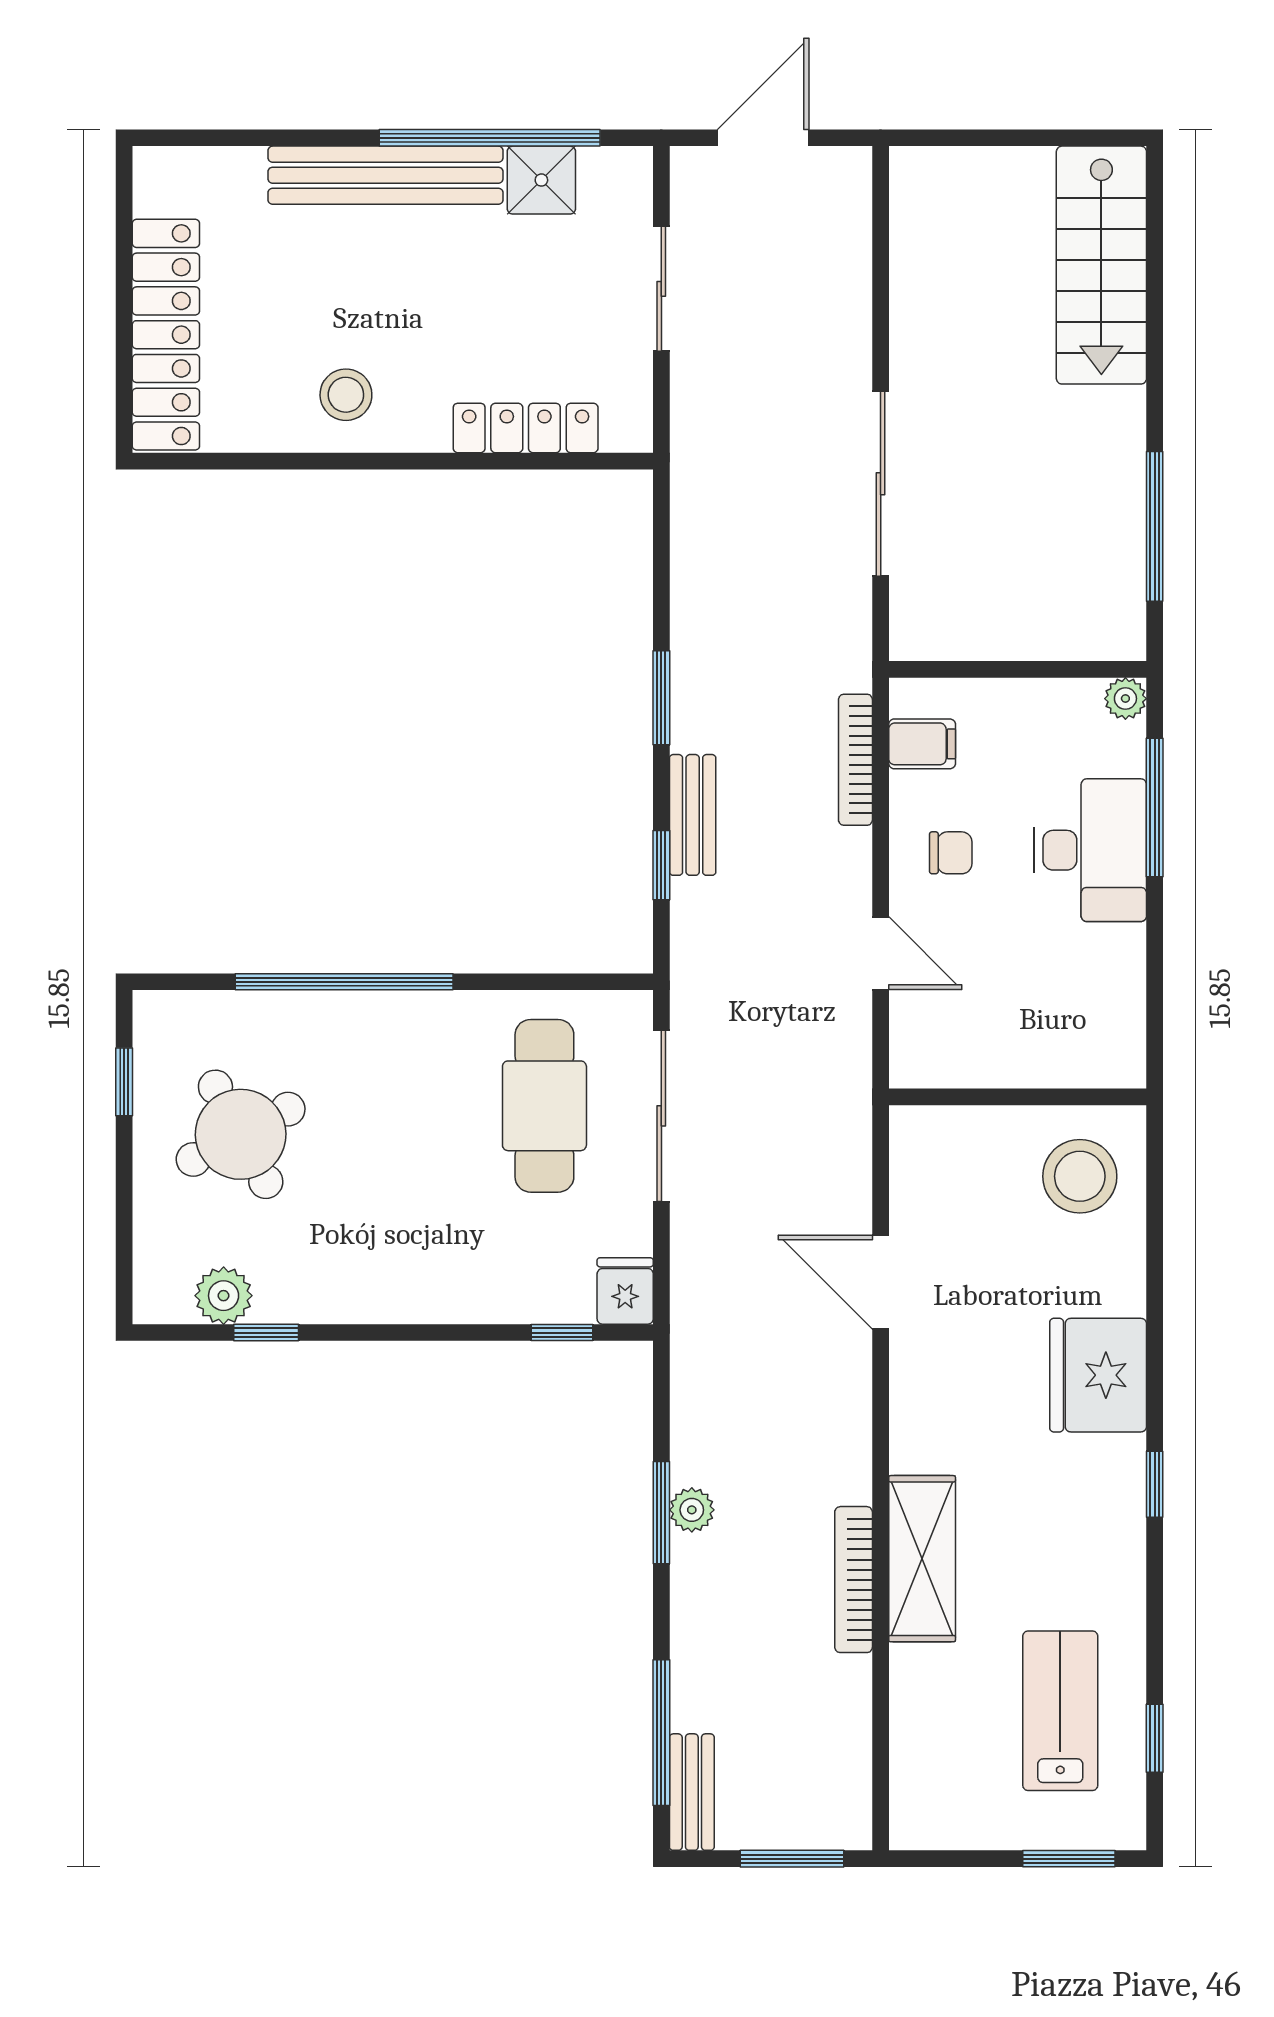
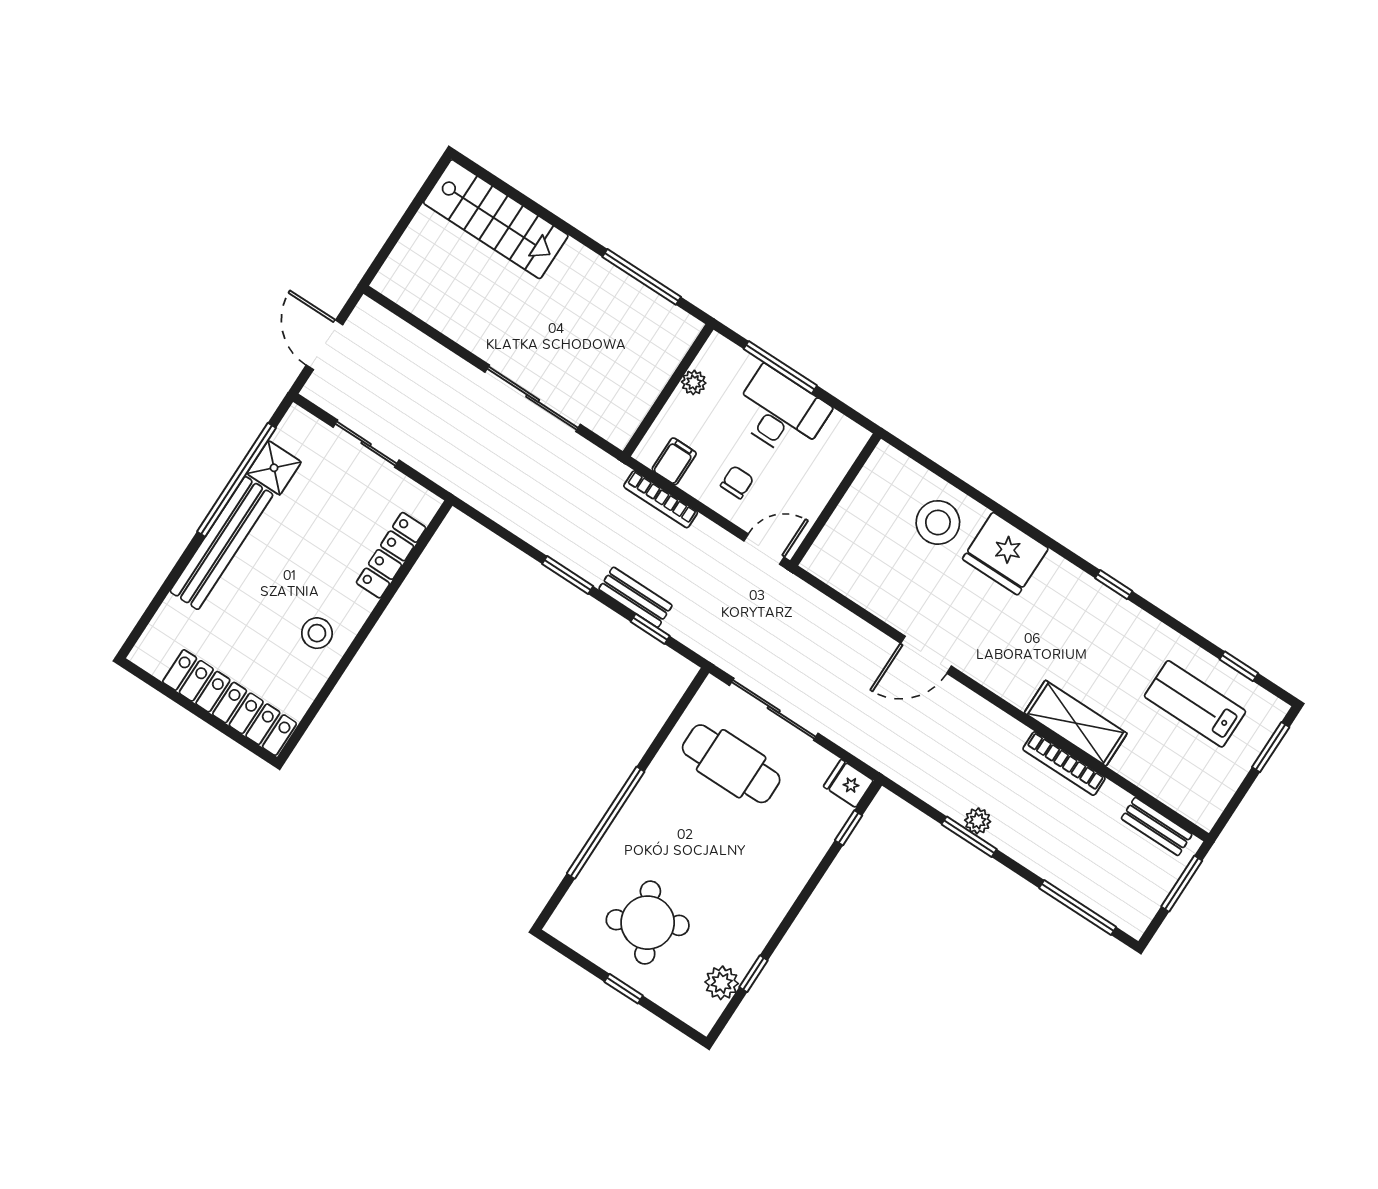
plant: (1125, 699) -> (694, 382), moved
window: (124, 1082) -> (624, 989), moved
wall: (1018, 1097) -> (836, 500), moved
fridge: (1098, 1375) -> (1005, 554), moved
bench: (692, 1792) -> (1157, 826), moved

